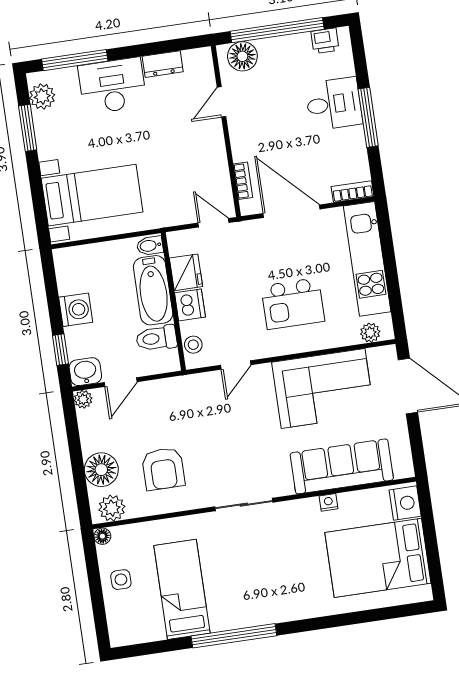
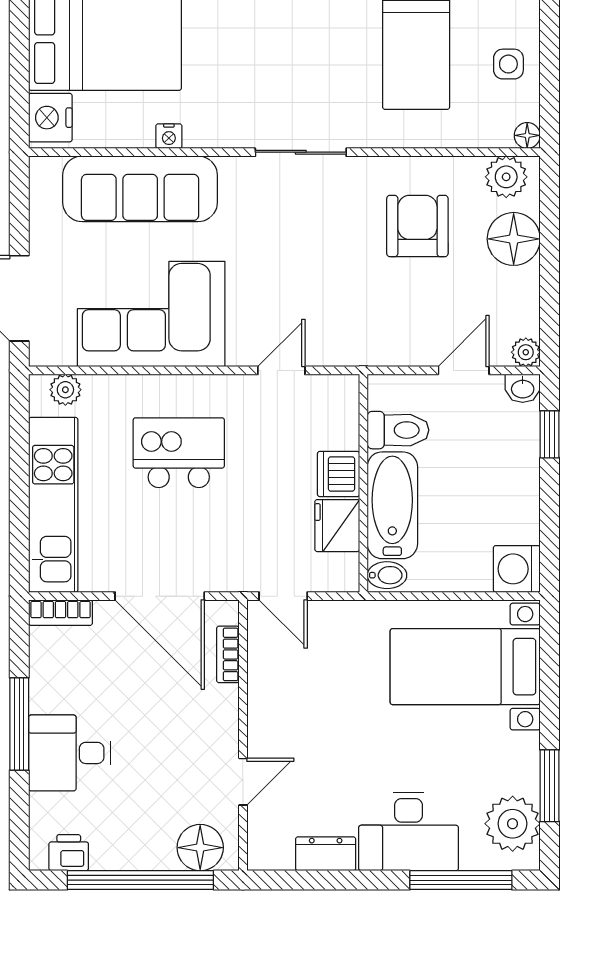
plant: (42, 96) -> (513, 824), width x1.36, depth x1.36
washing machine: (76, 310) -> (517, 569), moved
stool: (193, 345) -> (342, 412), removed
washbasin: (85, 372) -> (523, 388), width x0.72, depth x0.69

